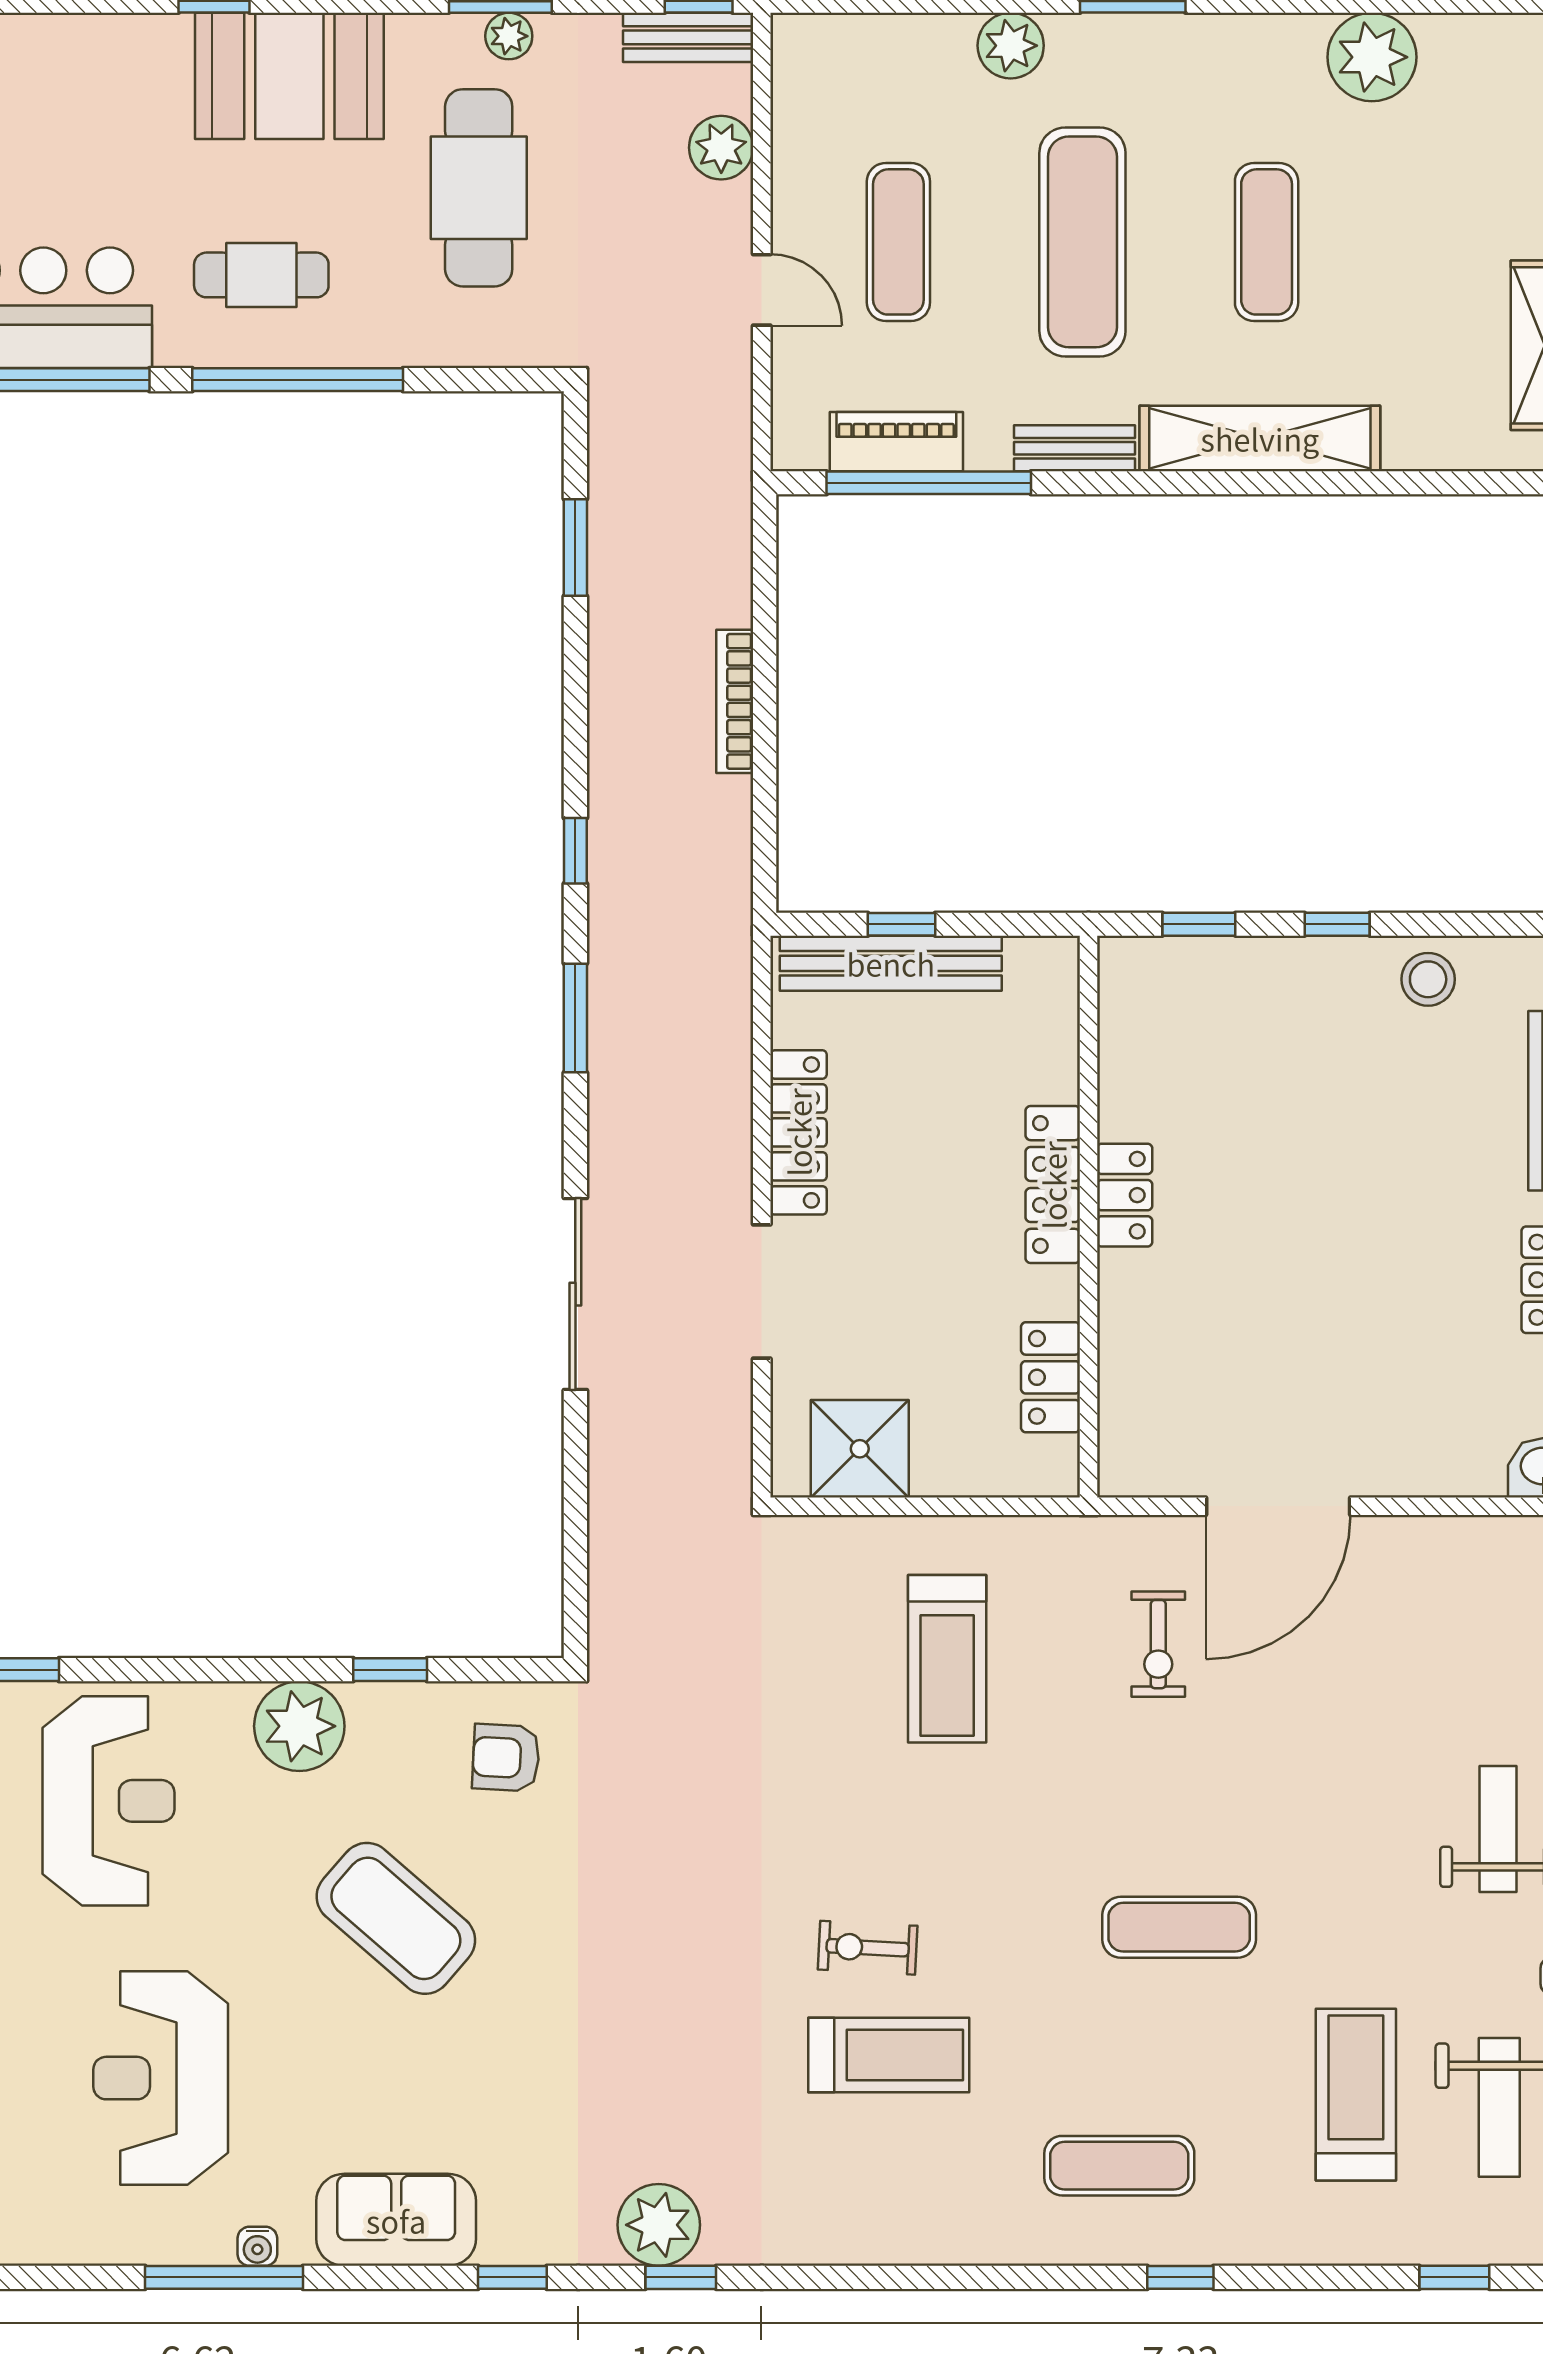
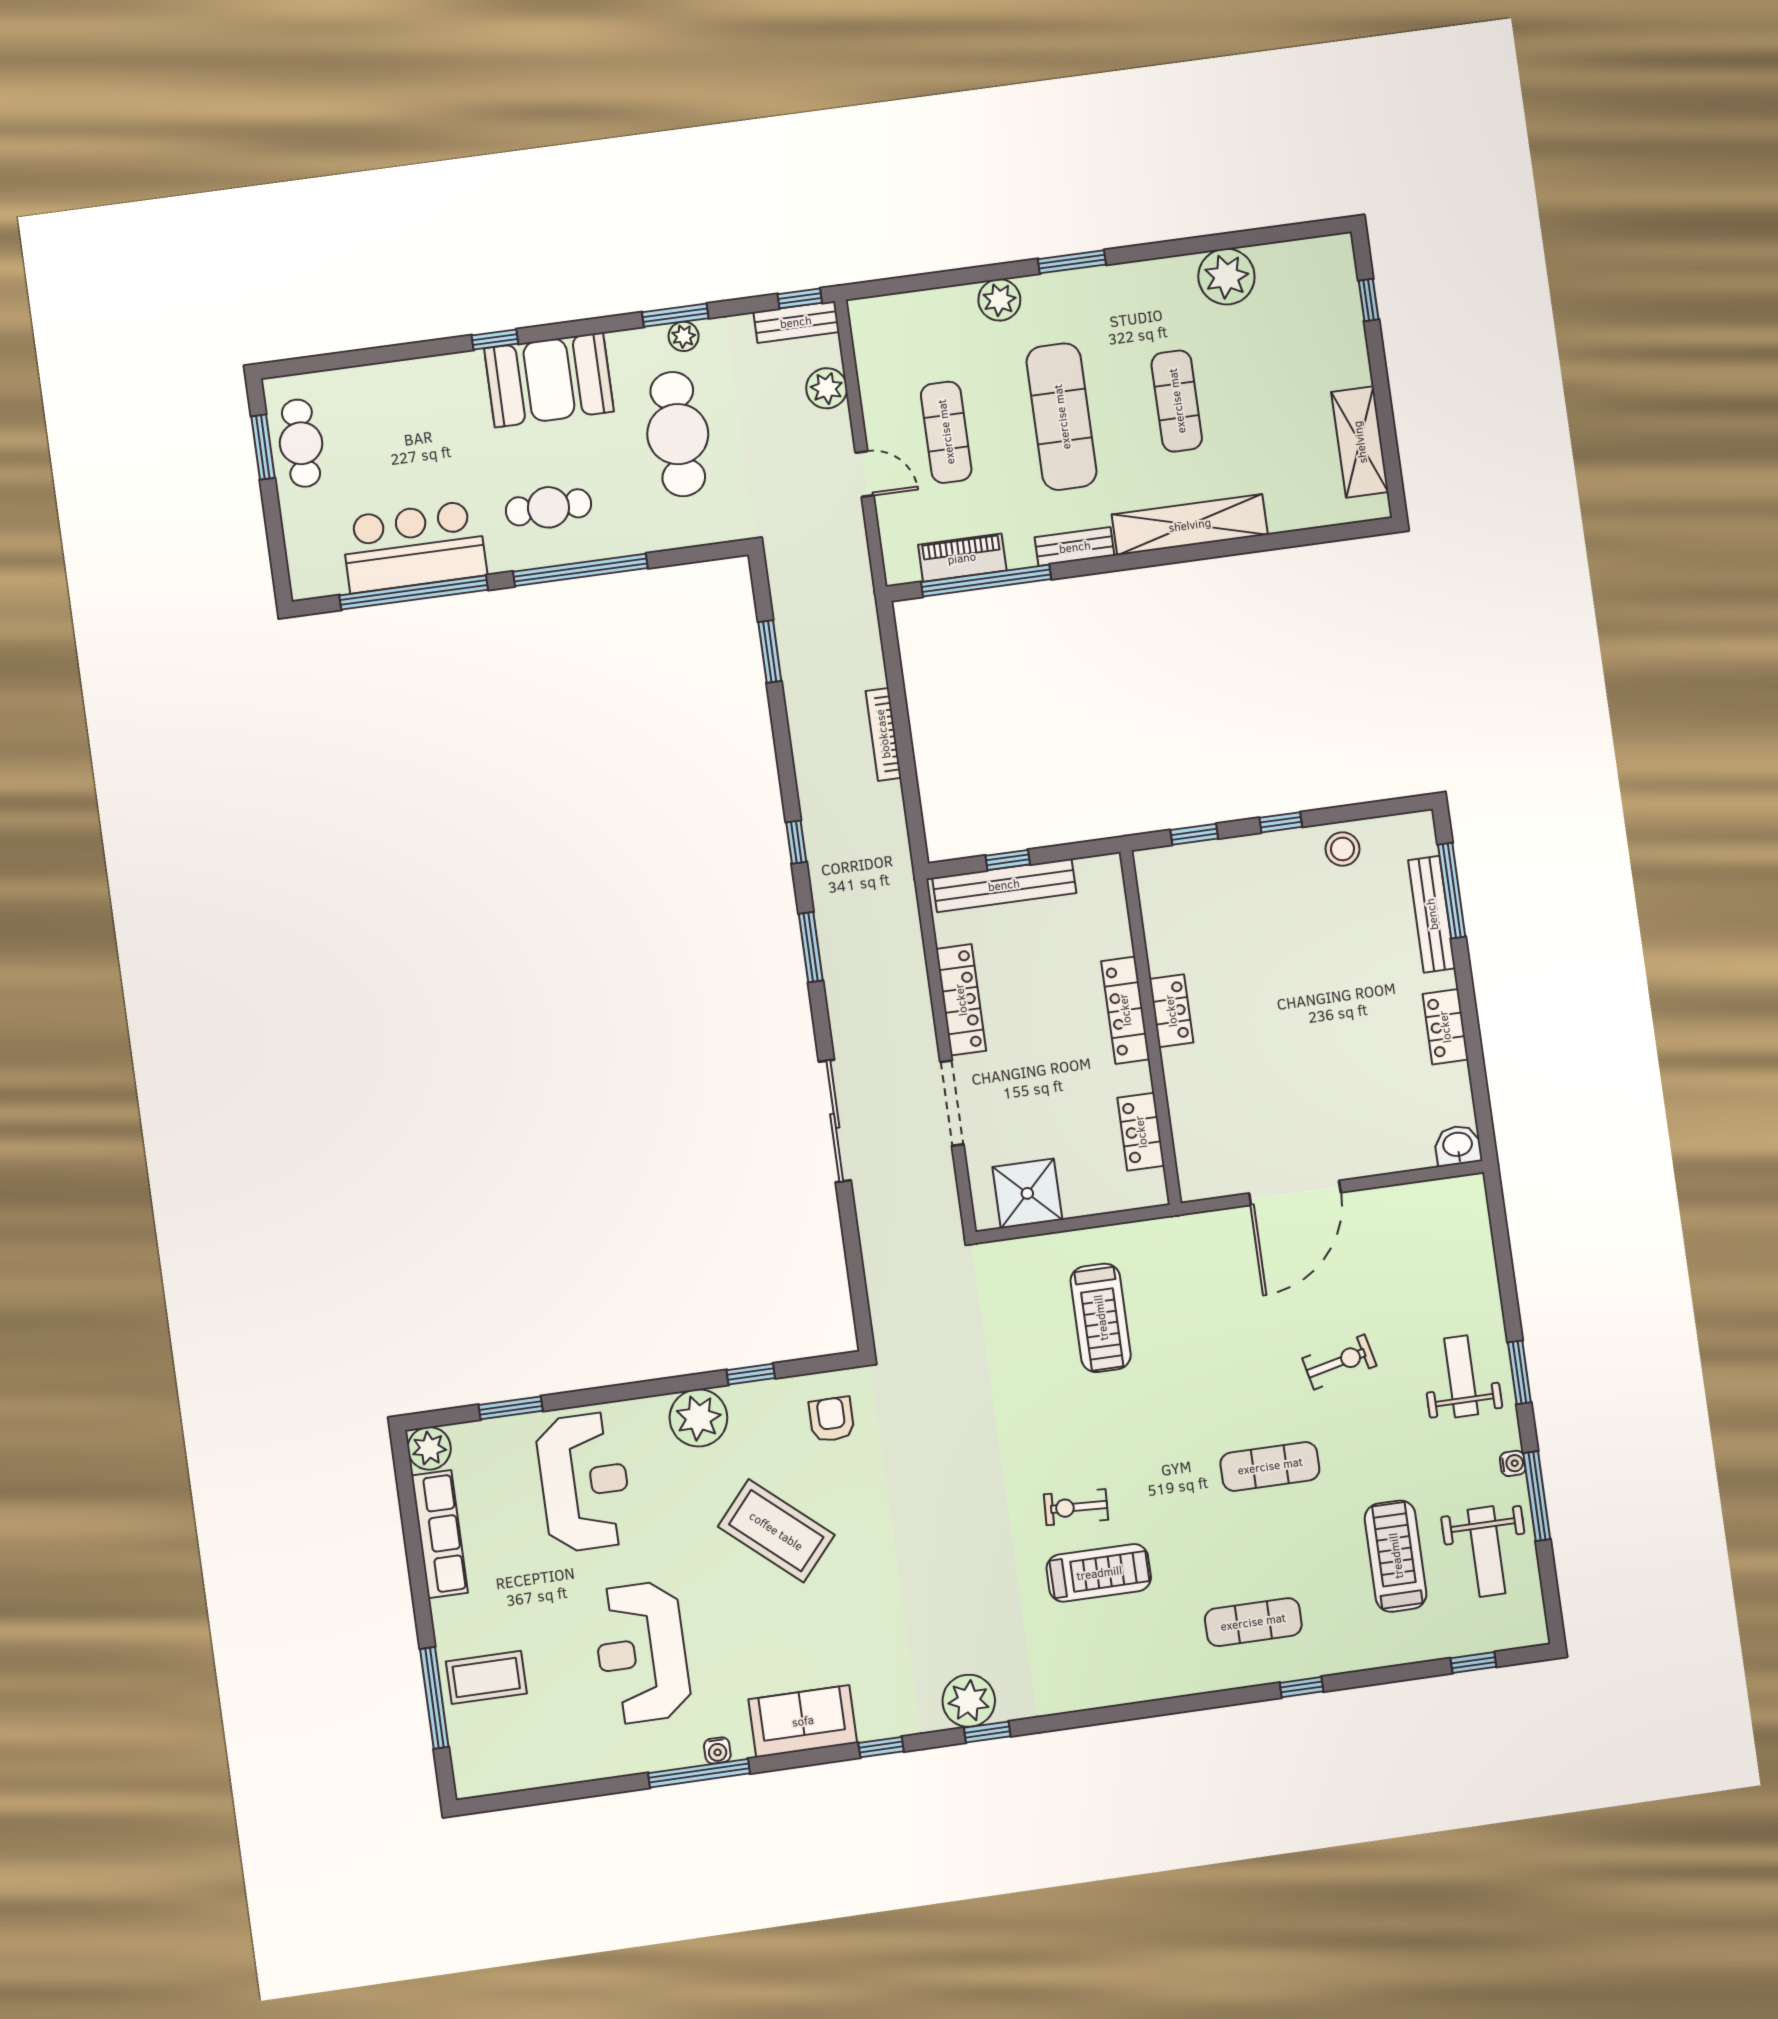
exercise bike: (1158, 1644) -> (1339, 1362), moved, turned -103
armchair: (506, 1758) -> (832, 1419), turned 87

